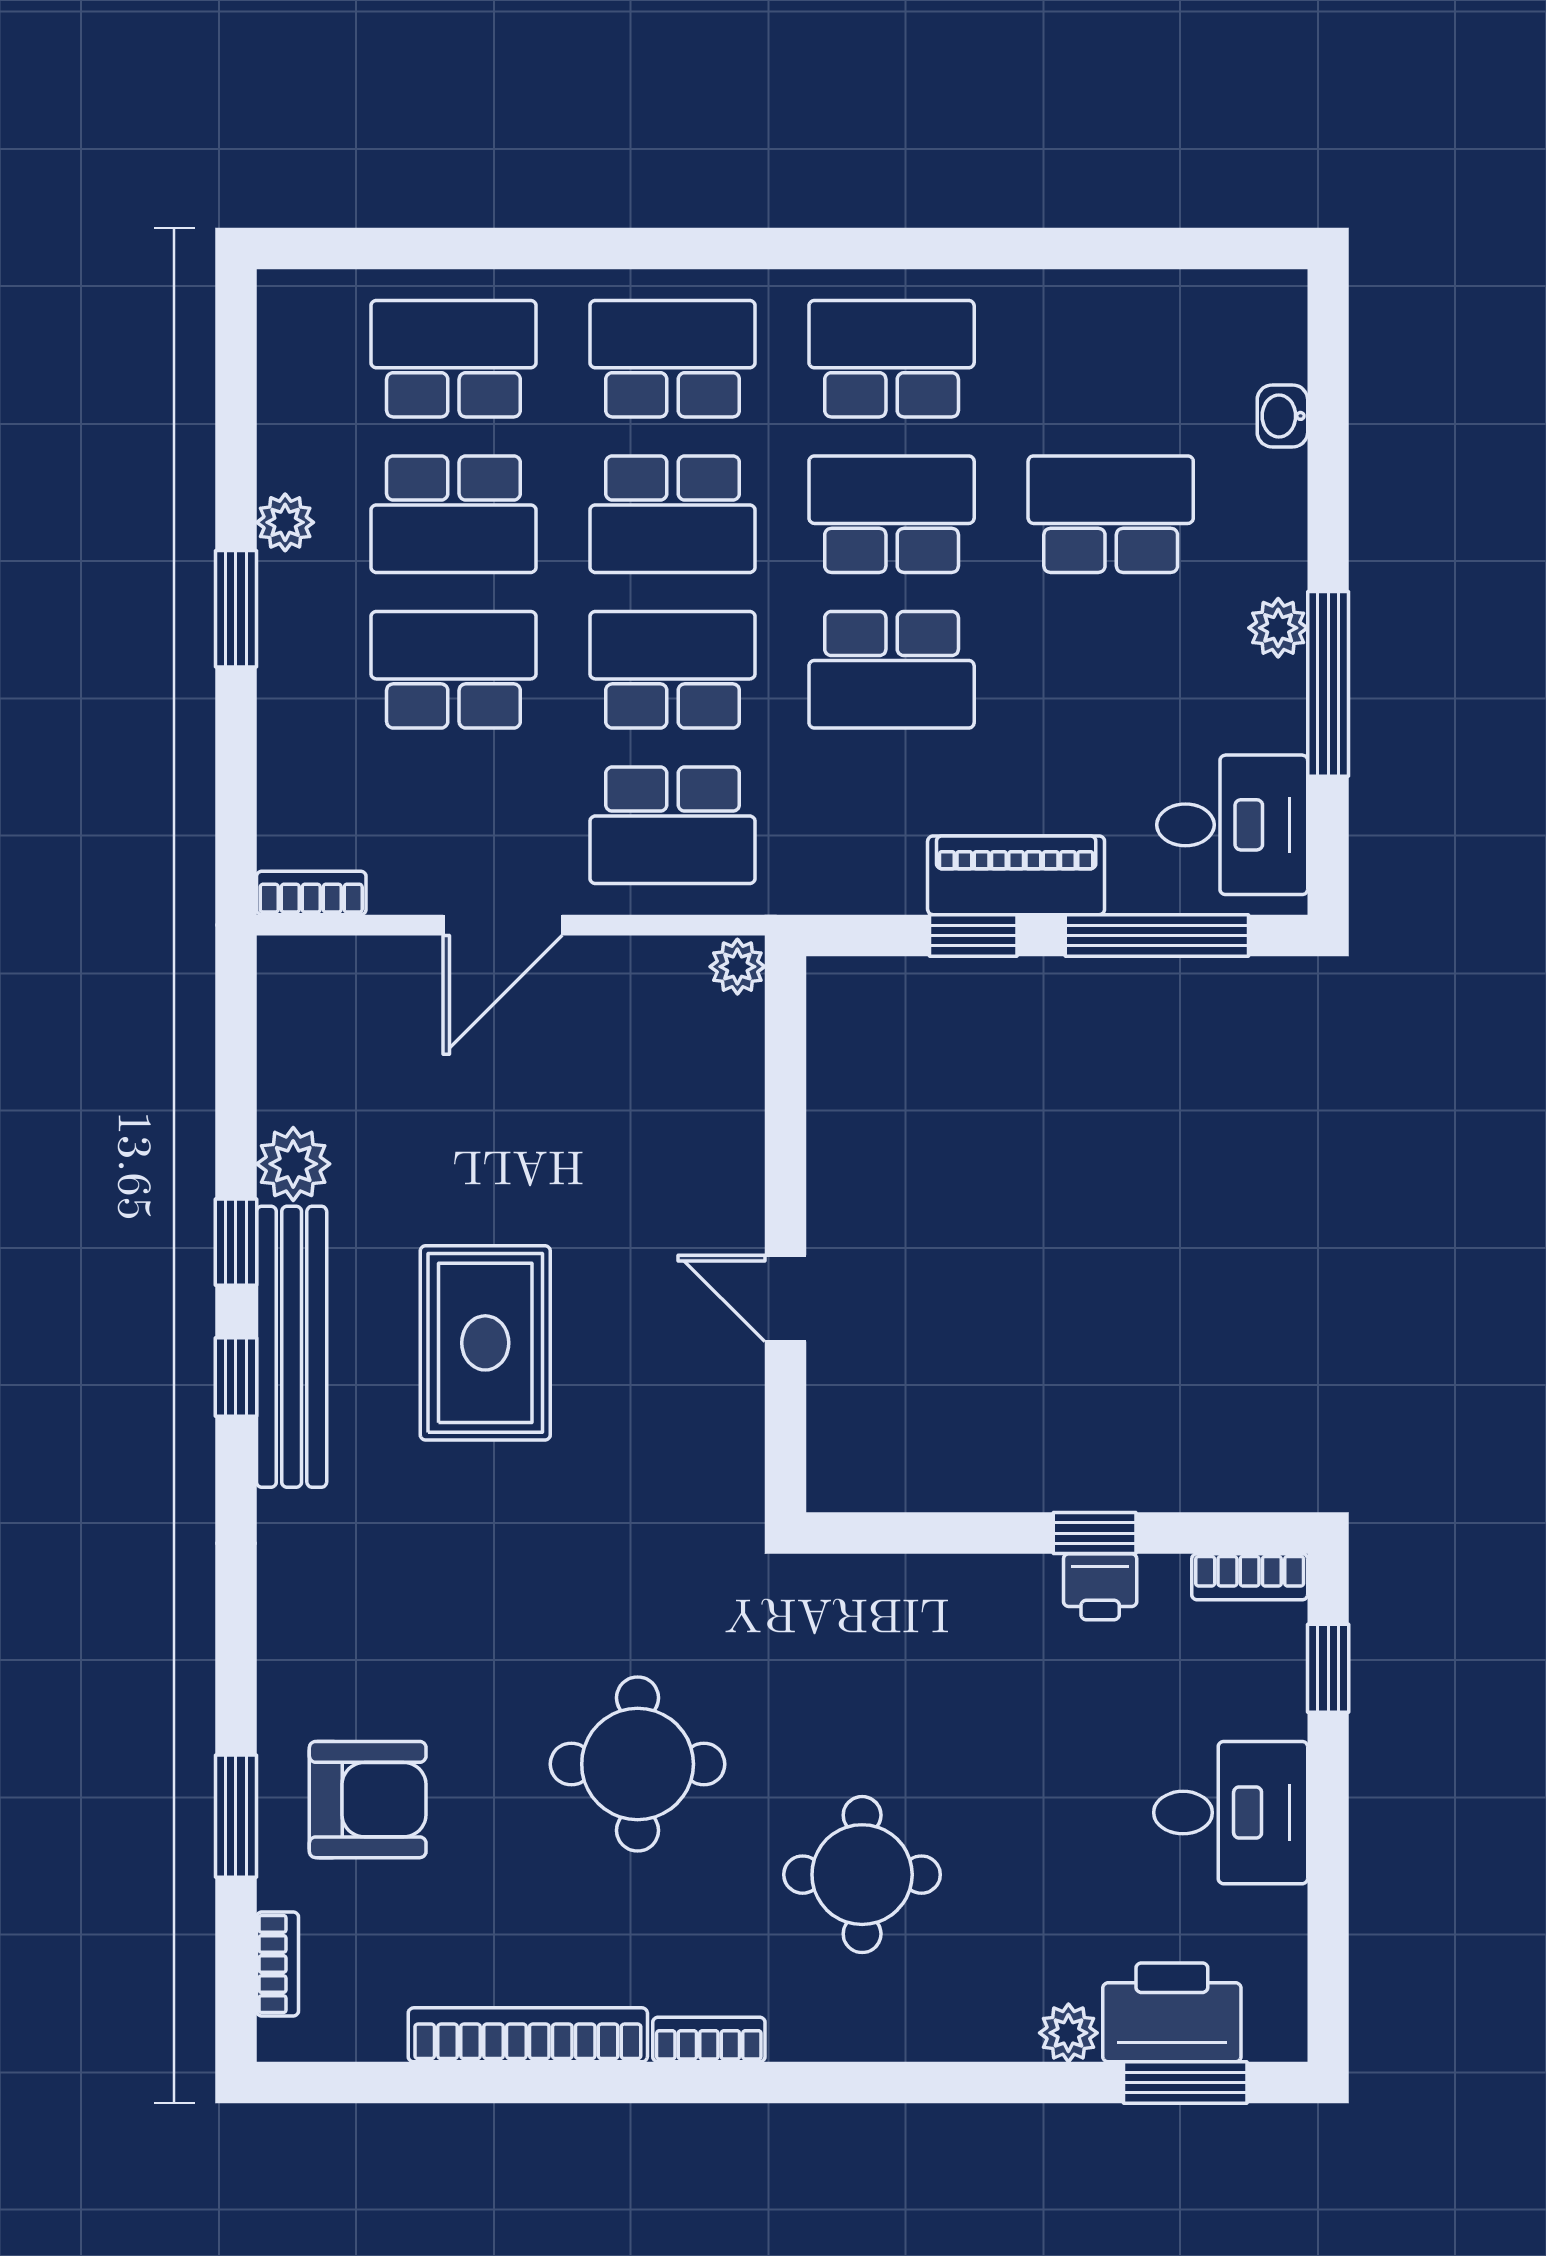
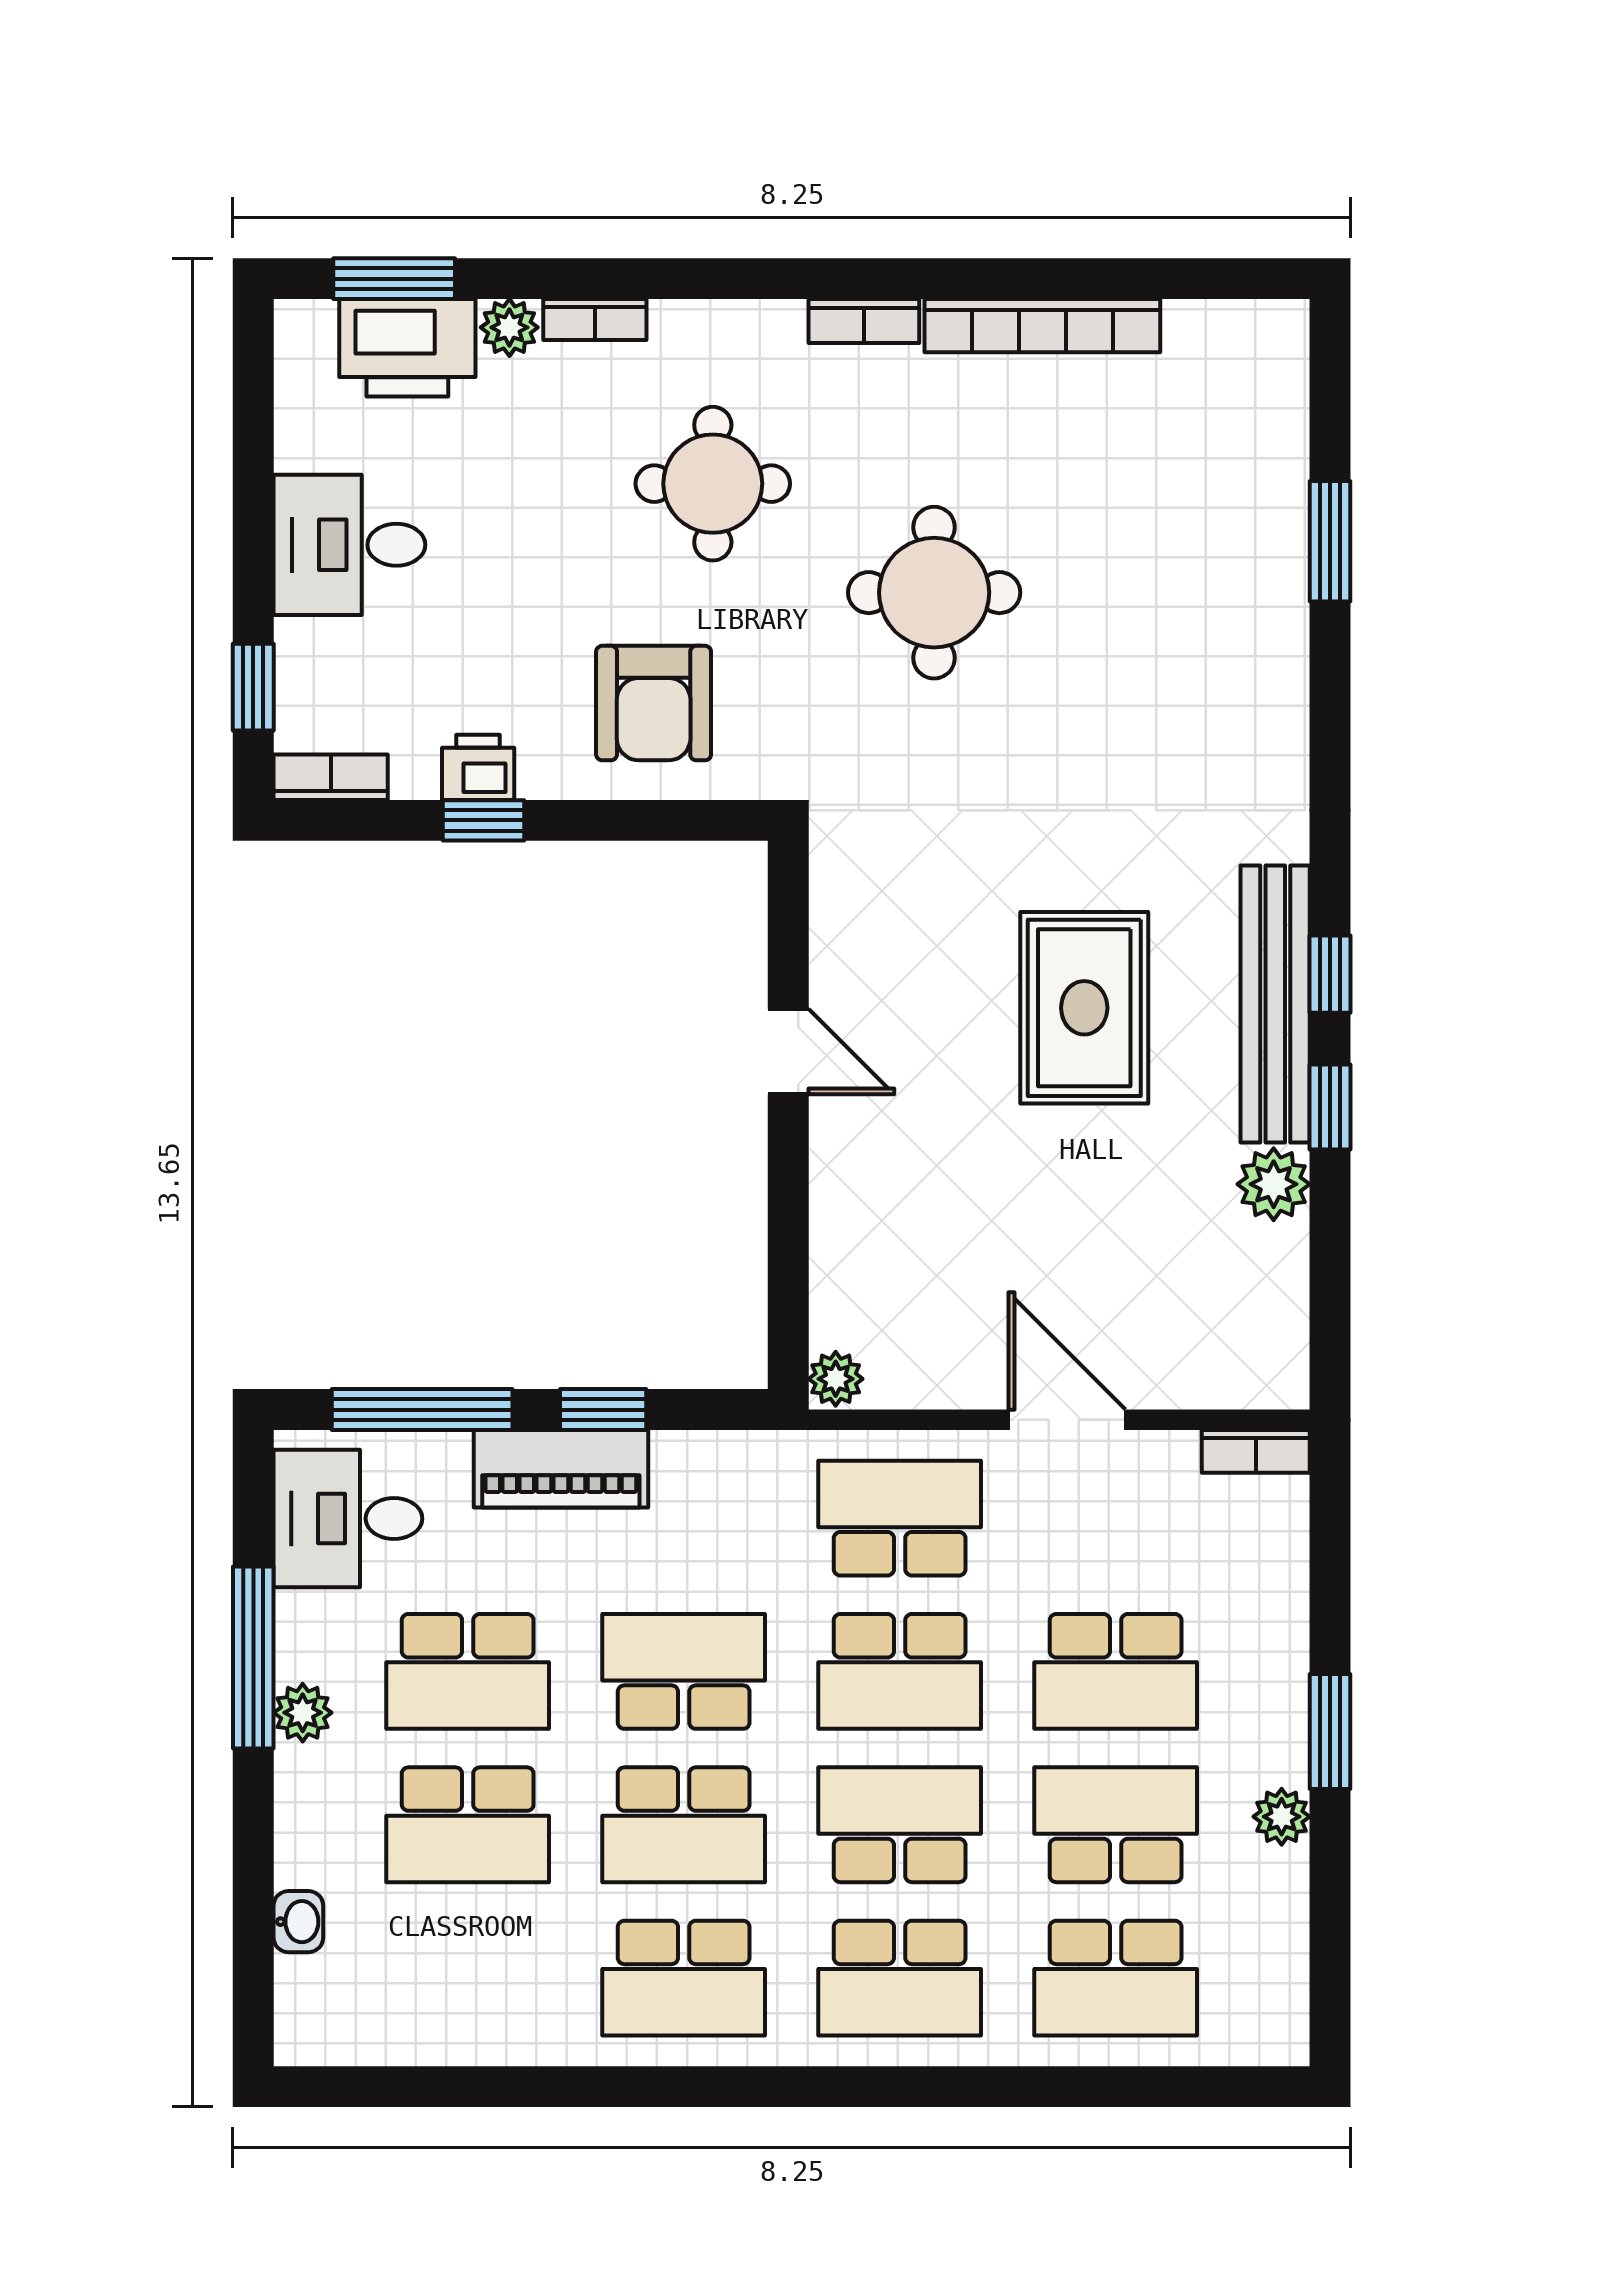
school desk: (1111, 670) -> (468, 1671), added
door: (503, 925) -> (1067, 1420), hinge flipped
armchair: (368, 1800) -> (654, 703), moved, turned -90
bookcase: (277, 1964) -> (595, 320), moved, turned -90

